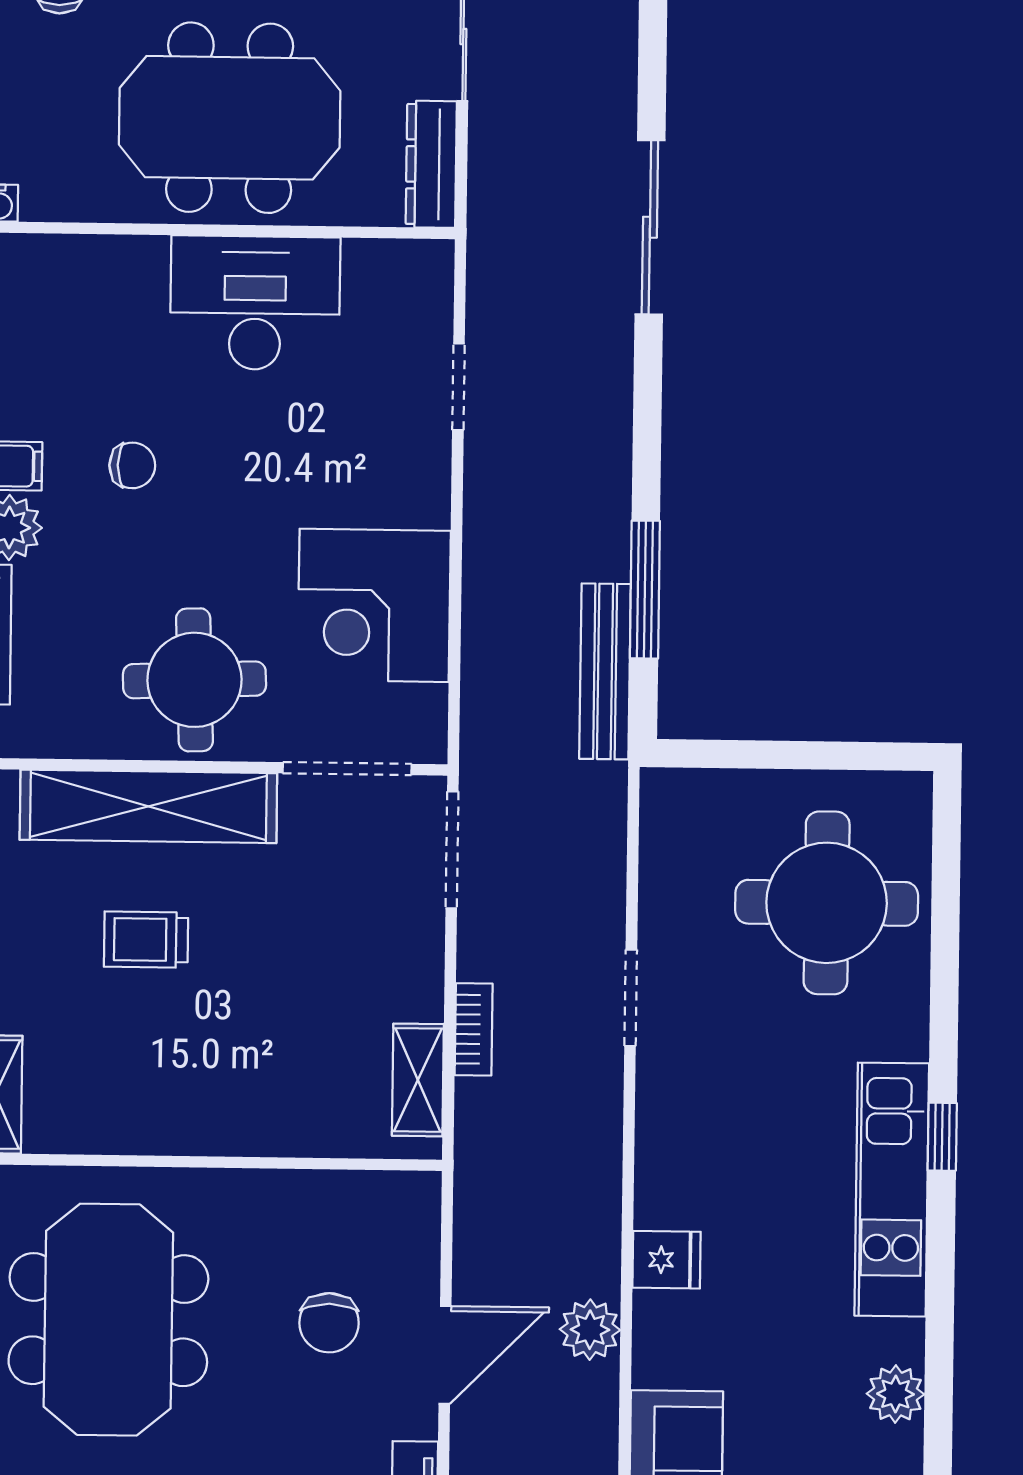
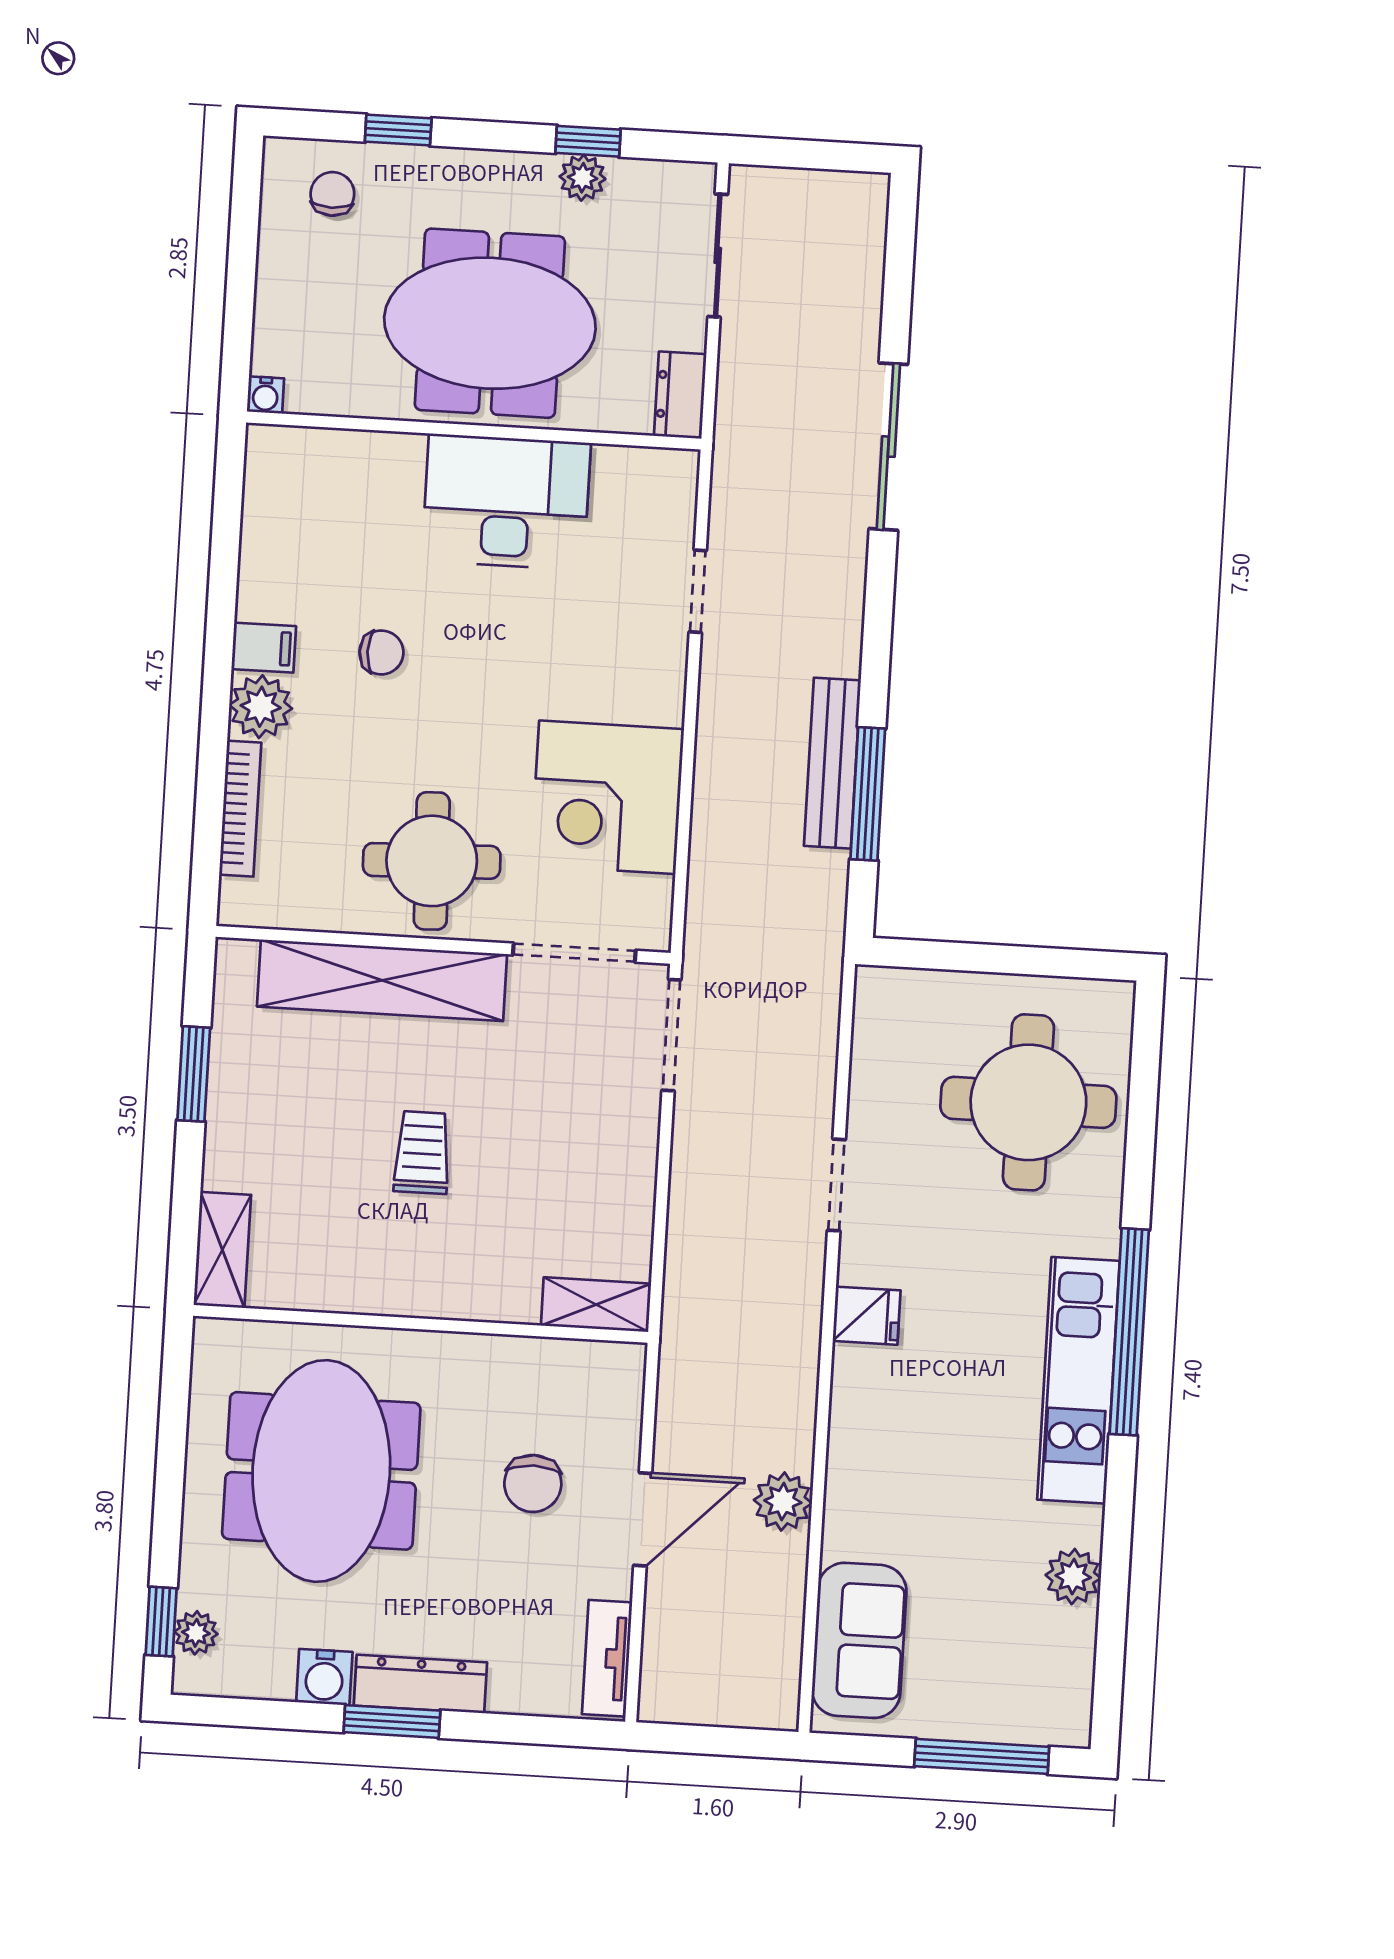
dresser: (431, 164) -> (680, 395), width x0.70
bench: (605, 671) -> (832, 763), moved
trolley: (146, 940) -> (422, 1153), moved, turned 90
bookcase: (474, 1029) -> (684, 1208), removed
shelving: (418, 1080) -> (596, 1305), moved, turned 90
window: (942, 1137) -> (1129, 1332), width x3.17
fridge: (667, 1260) -> (867, 1316), moved

